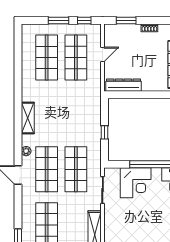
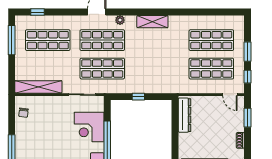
door: (103, 55) -> (230, 95), moved

